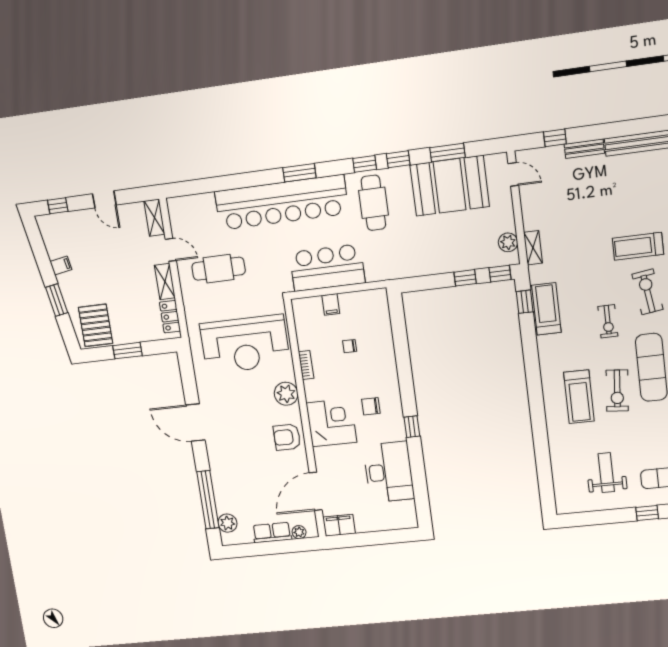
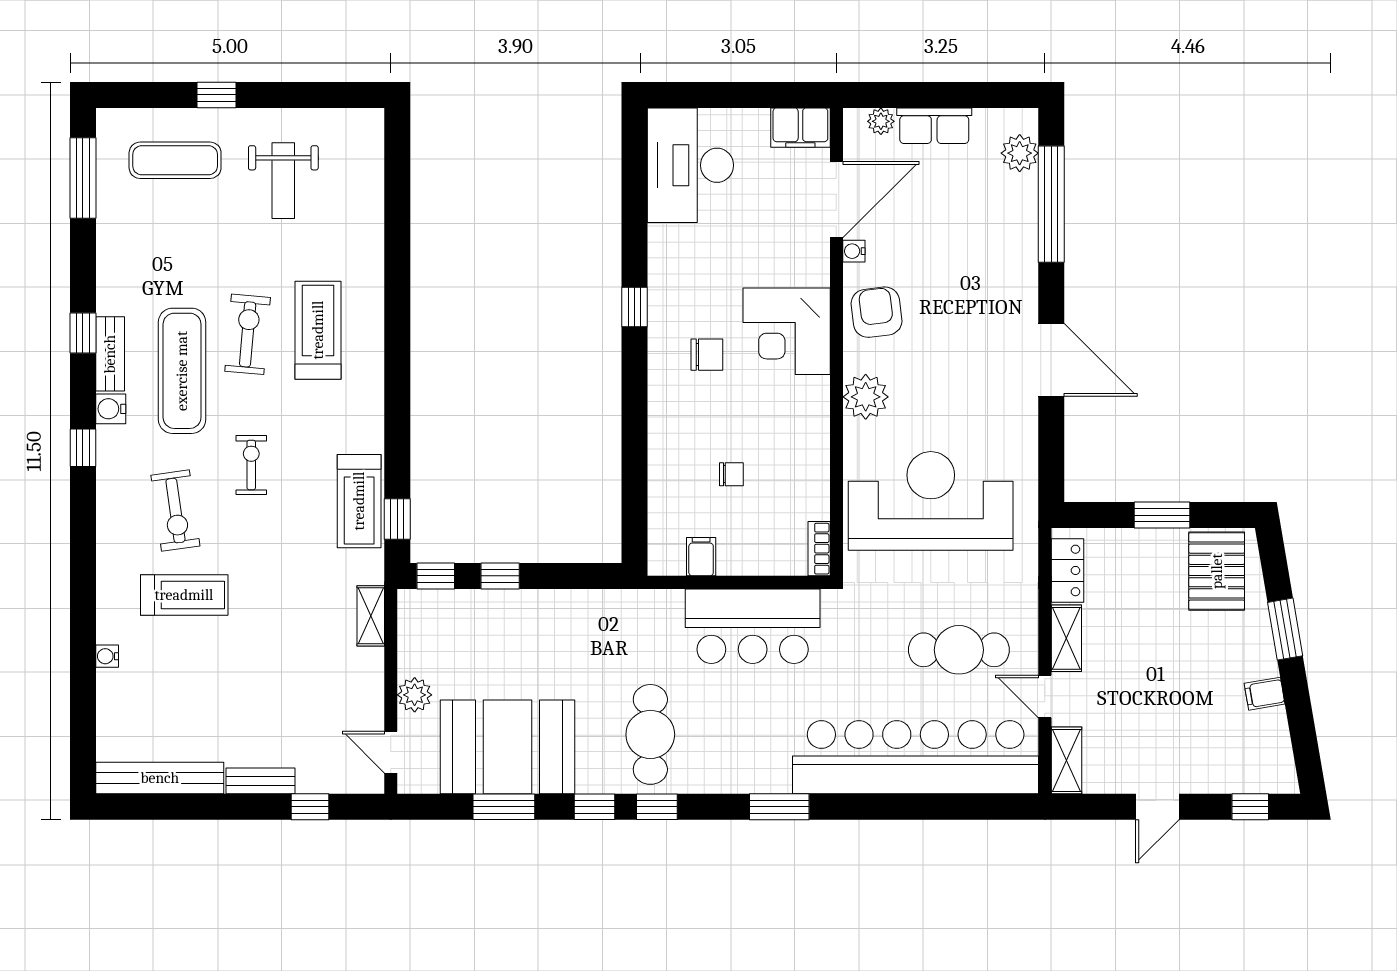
door: (104, 199) -> (1157, 807), swing flipped
bar counter: (281, 202) -> (916, 757), moved
plant: (508, 242) -> (415, 695), moved
filing cabinet: (331, 305) -> (701, 557), moved
bookcase: (306, 365) -> (819, 549), moved
armchair: (287, 437) -> (877, 312), turned -97
water cooler: (303, 467) -> (854, 251), added
desk: (389, 472) -> (690, 165), moved

